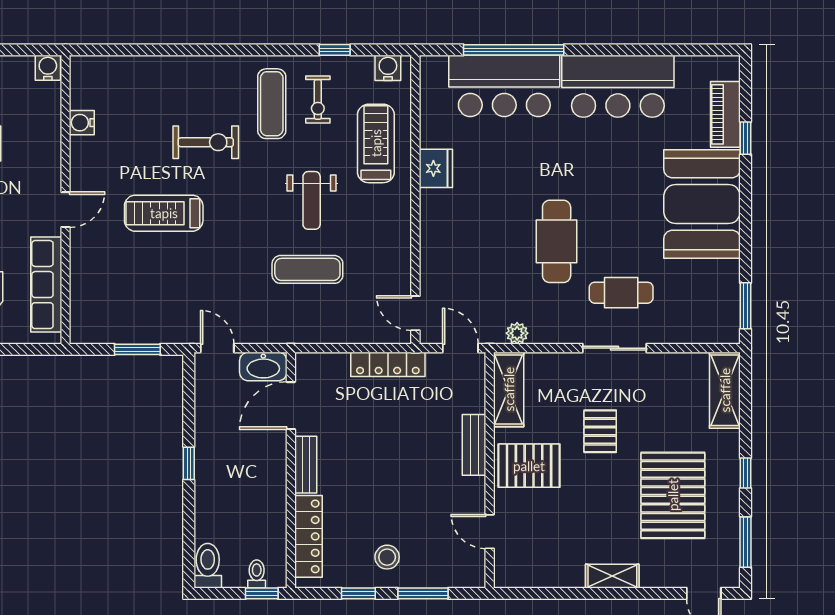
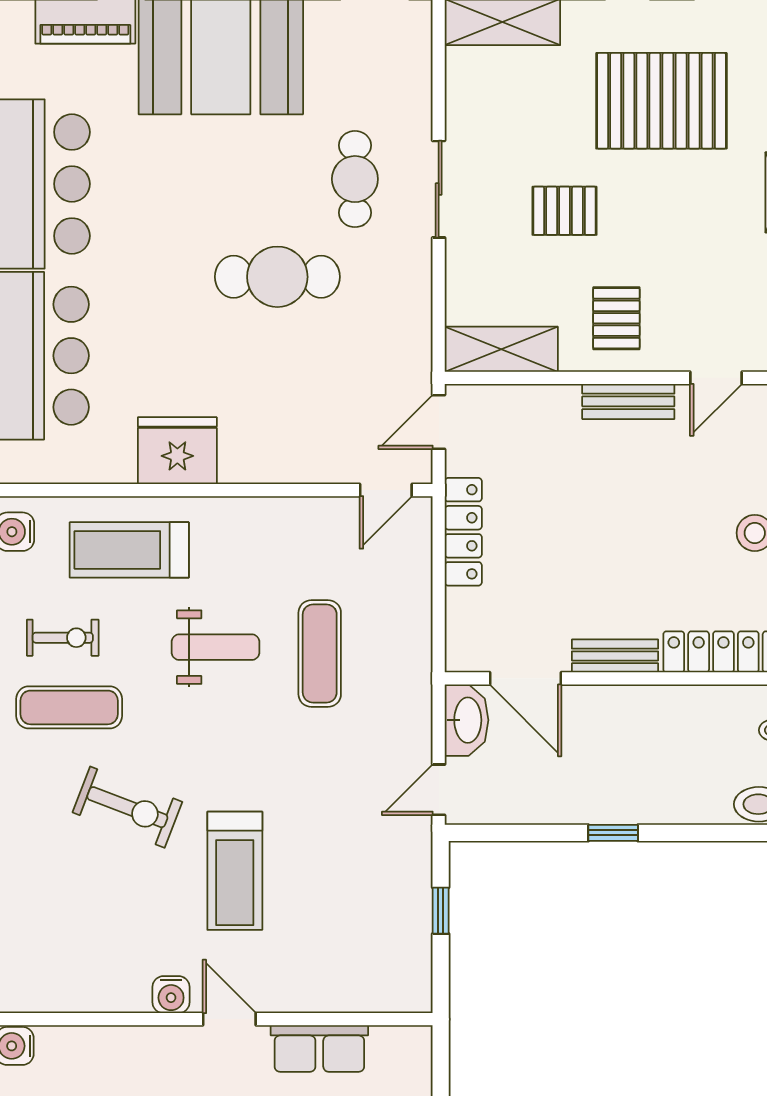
water cooler: (82, 123) -> (171, 995), moved
exercise bike: (206, 142) -> (127, 807), turned 111
fridge: (436, 168) -> (177, 451), width x1.36, depth x1.34
row of seats: (46, 285) -> (319, 1049), width x0.68
plant: (517, 333) -> (416, 336), removed
window: (137, 349) -> (441, 911), width x0.67
bench: (474, 445) -> (628, 401), moved
pallet: (529, 466) -> (616, 318), width x0.67, depth x0.71

